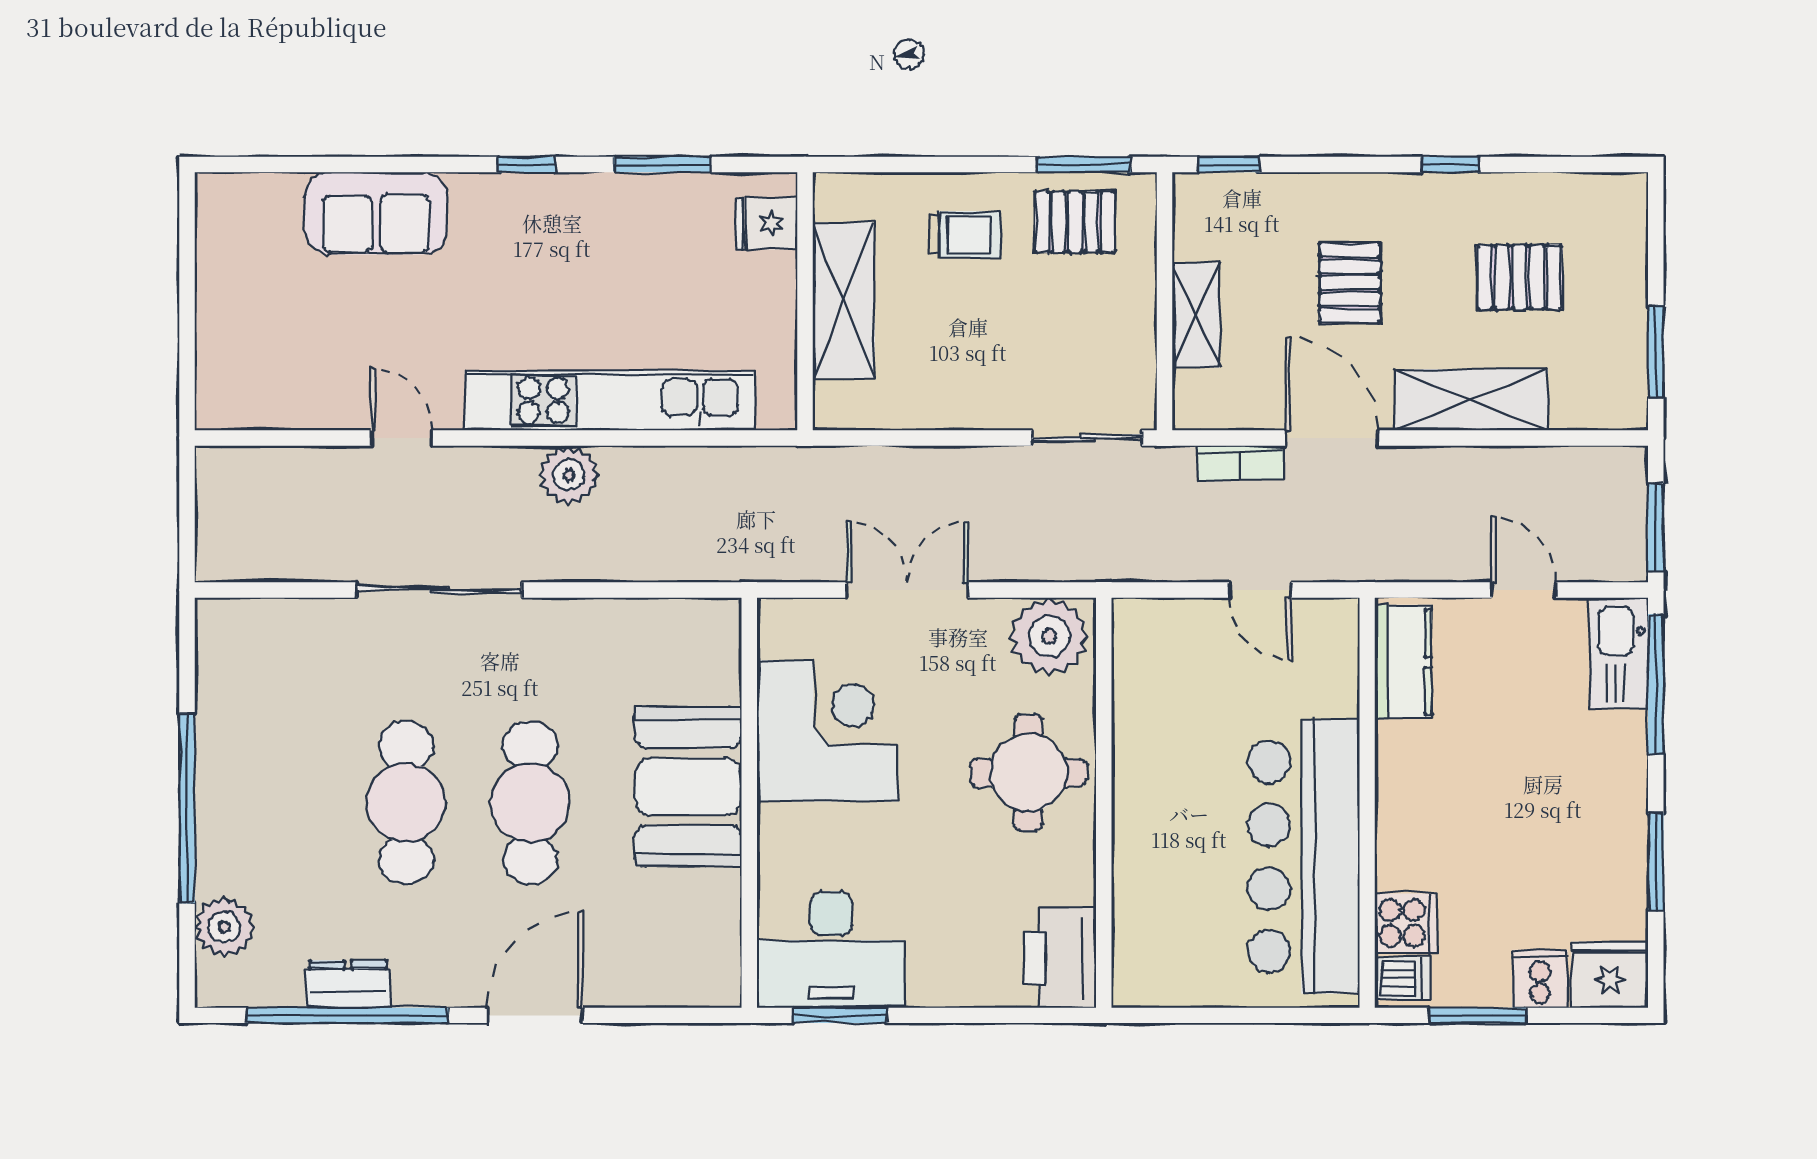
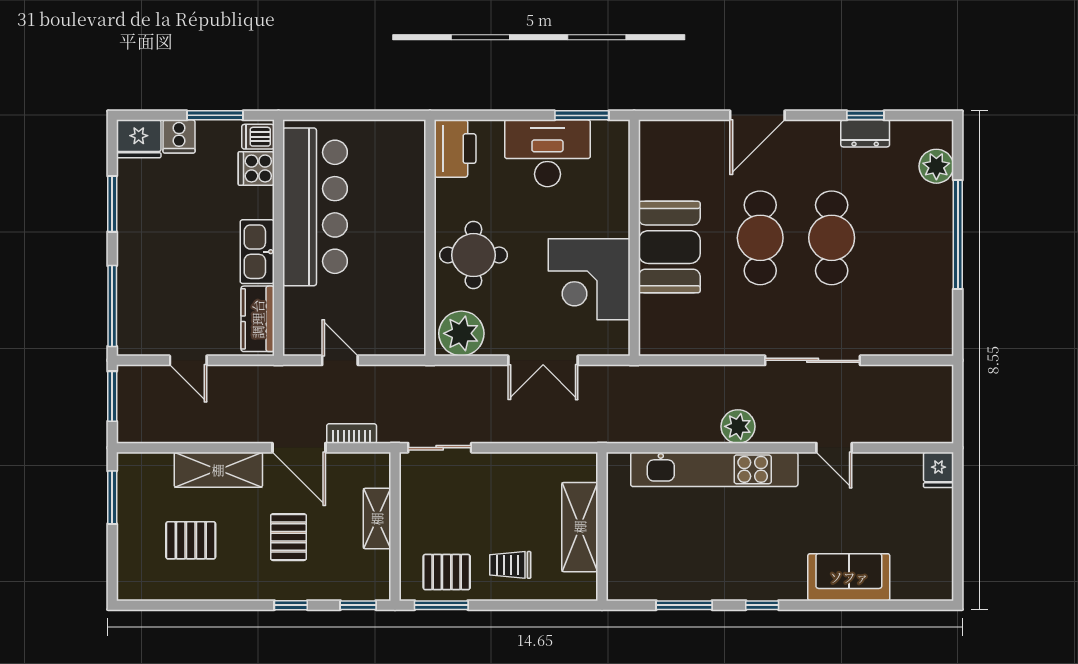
window: (1450, 164) -> (291, 605), moved
fridge: (766, 223) -> (938, 470), moved, turned 90
kitchen sink: (1619, 653) -> (257, 252), moved, turned 180
desk: (831, 949) -> (547, 153), moved
window: (347, 1015) -> (865, 115), width x0.32

